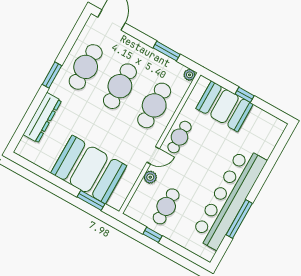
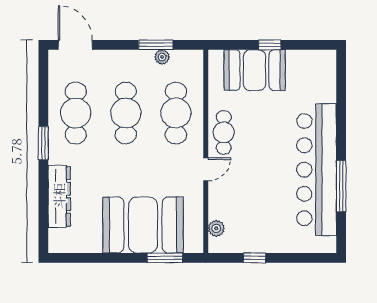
plant: (190, 75) -> (162, 57), moved
plant: (150, 177) -> (216, 228), moved
cafe table: (166, 206) -> (252, 218), removed

